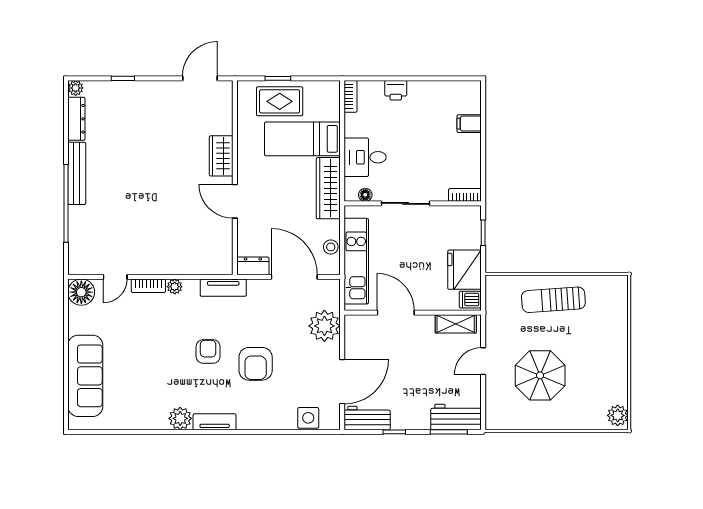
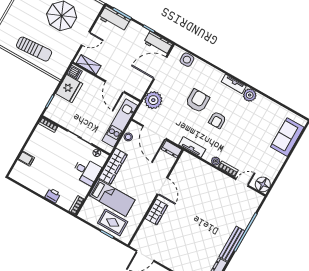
sofa: (85, 376) -> (287, 137), width x0.73

